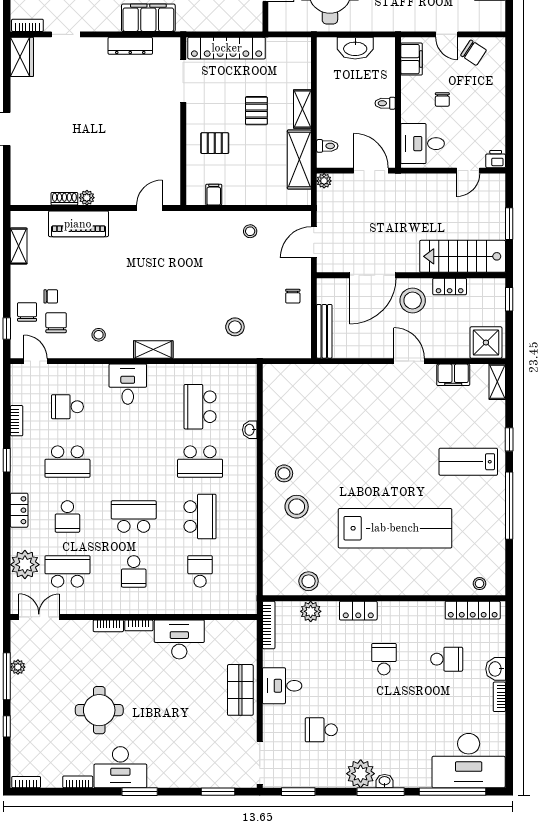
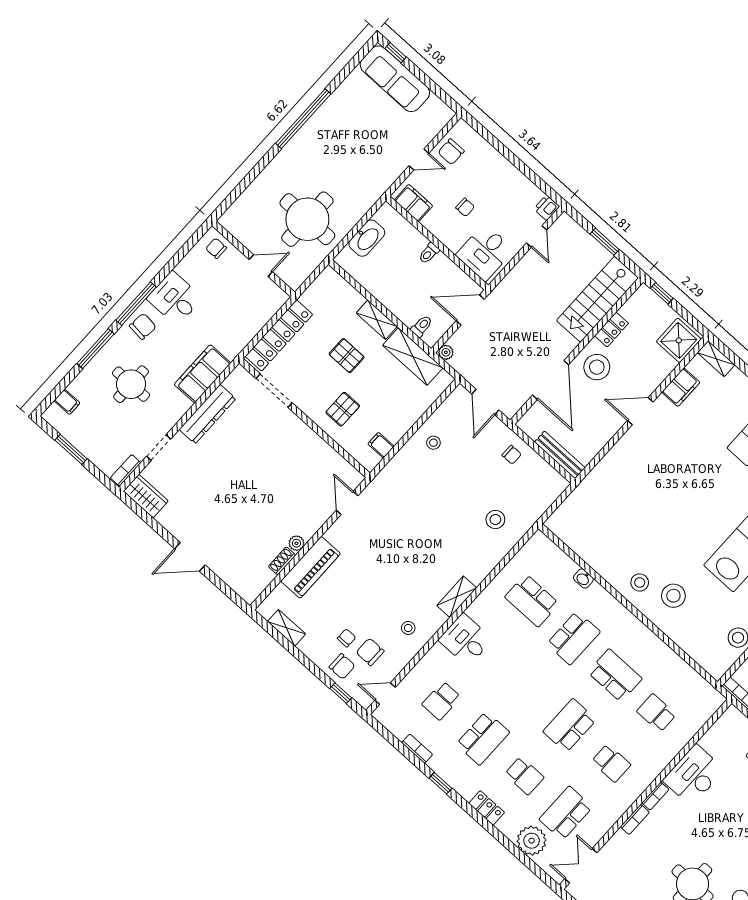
dresser: (130, 46) -> (207, 414), width x1.37, depth x1.24
chair: (474, 53) -> (451, 152), turned 147
chair: (27, 312) -> (342, 666), turned 180

